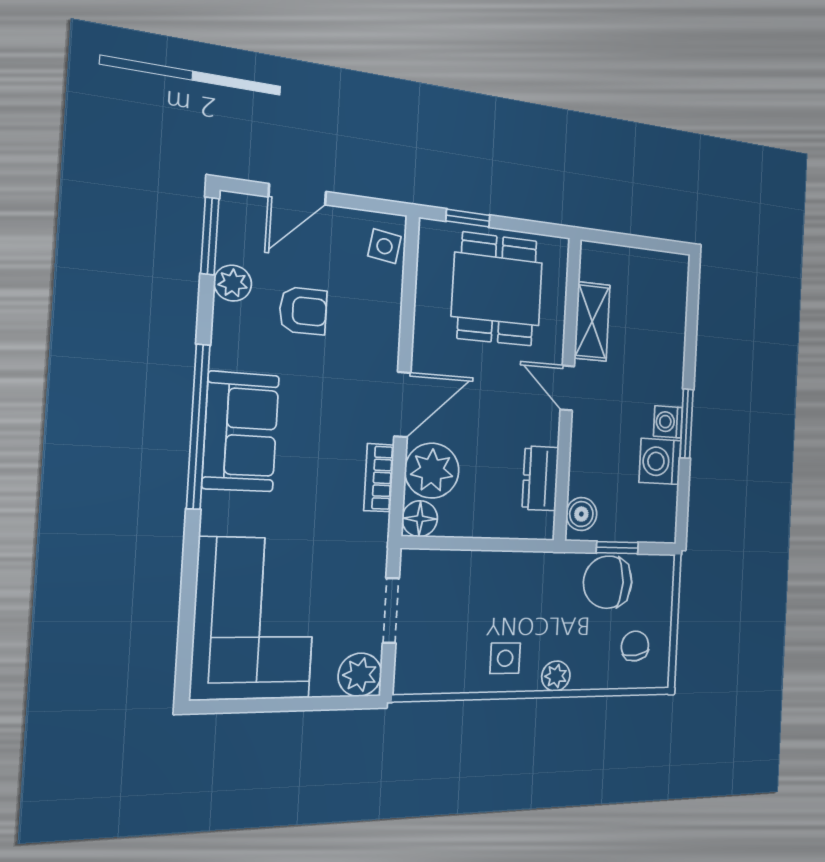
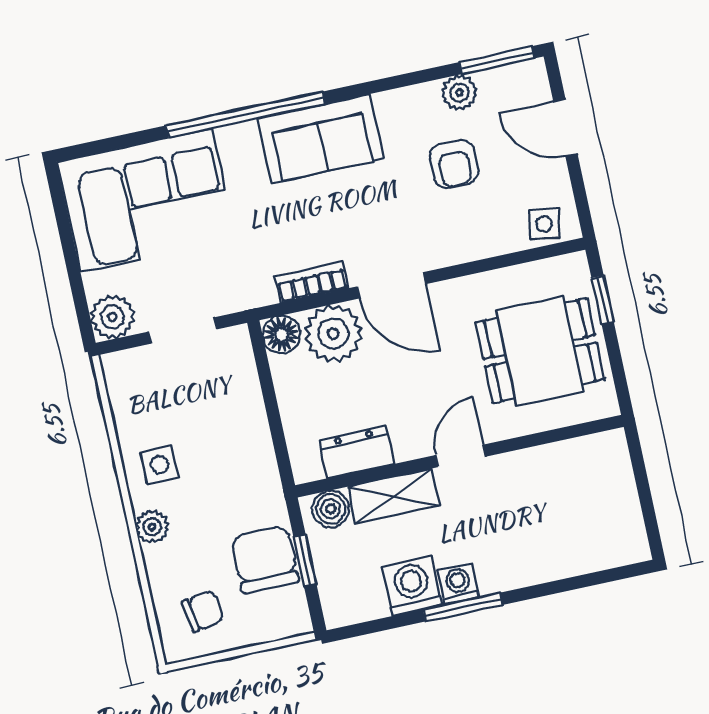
shelving: (592, 322) -> (393, 496), moved
window: (198, 427) -> (246, 114), moved

